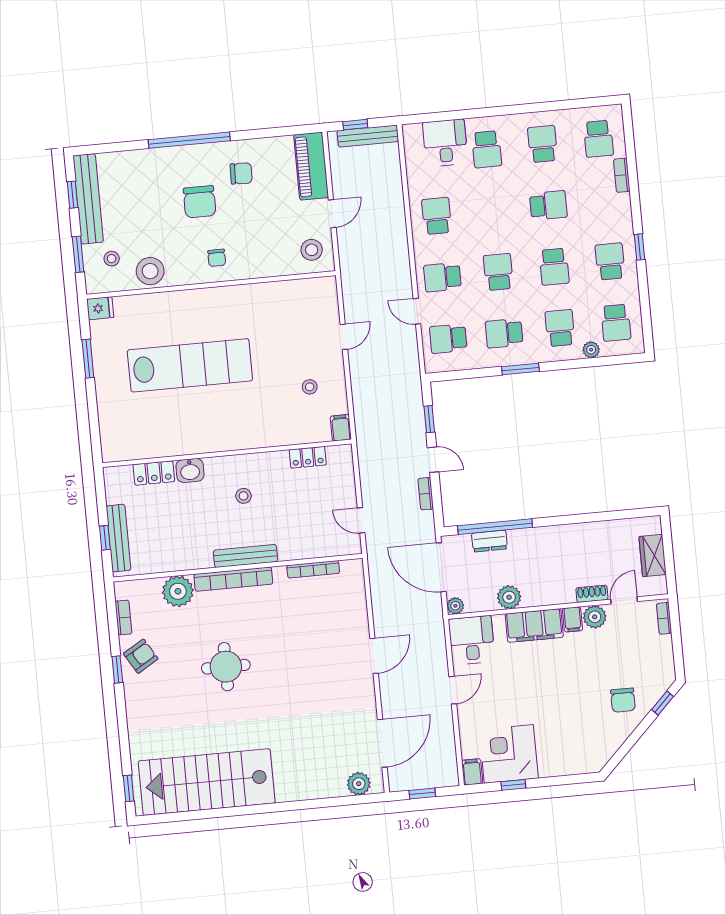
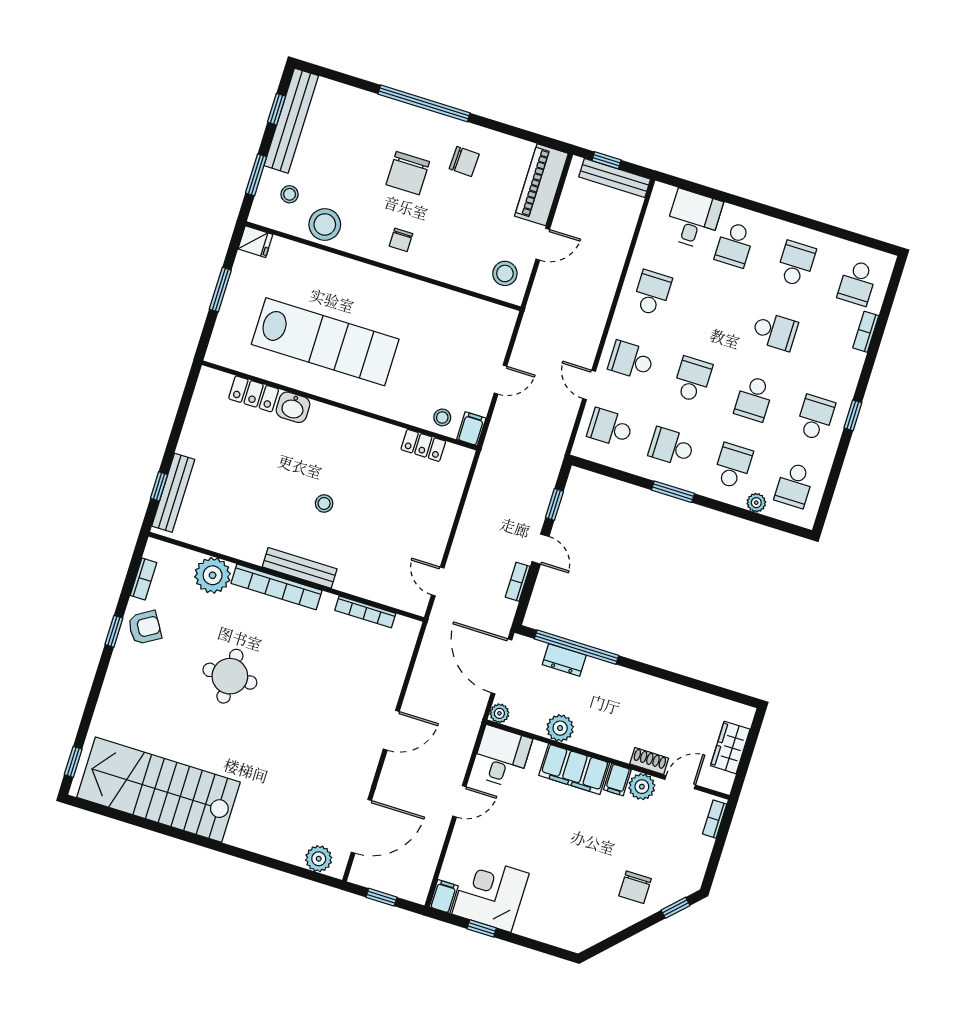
filing cabinet: (341, 428) -> (471, 429), moved
wall: (227, 453) -> (340, 405), moved
locker: (308, 457) -> (423, 445), moved
washbasin: (190, 470) -> (293, 407), moved
locker: (154, 473) -> (254, 394), moved

